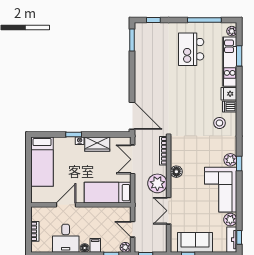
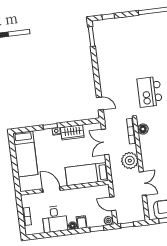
kitchen island: (191, 49) -> (150, 92), moved
door: (132, 116) -> (100, 104), width x0.53
floor lamp: (176, 172) -> (143, 129), moved
door: (66, 205) -> (51, 190), hinge flipped
double door: (169, 211) -> (143, 183), swing flipped

